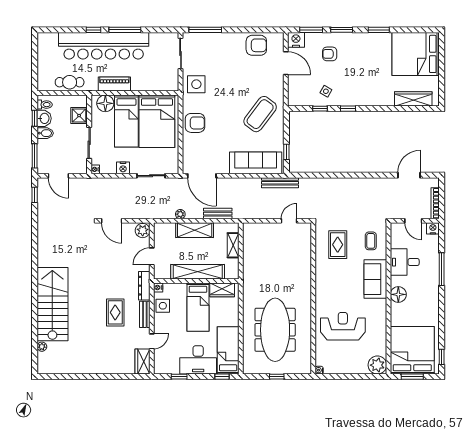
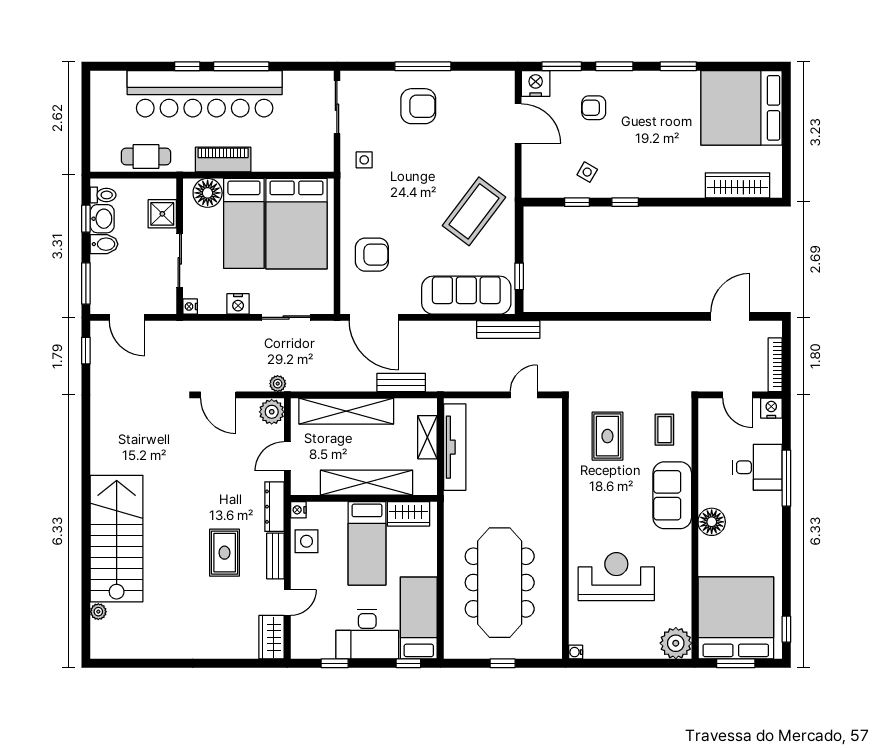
window: (205, 30) -> (423, 66), moved
armchair: (256, 45) -> (418, 106), moved
side table: (196, 84) -> (364, 160), width x0.54, depth x0.54
armchair: (195, 123) -> (372, 255), moved
plant: (180, 214) -> (278, 384), moved
shelving: (195, 230) -> (346, 411), width x1.47
tv unit: (249, 251) -> (455, 447), added
desk: (405, 262) -> (757, 467), moved, turned 180

